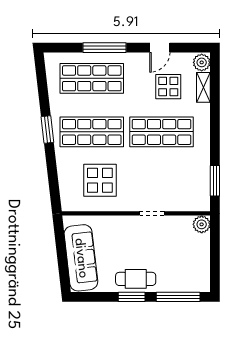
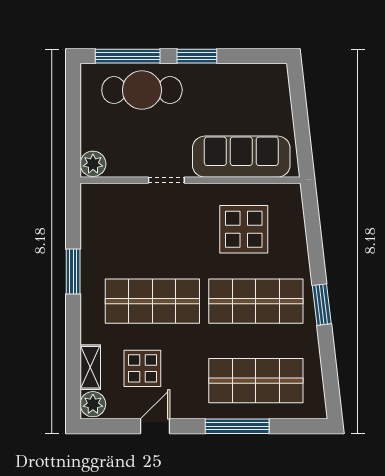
window: (215, 181) -> (73, 272), moved
sofa: (81, 258) -> (241, 157), moved, turned 97
cafe table: (136, 279) -> (142, 90), moved, width x1.37, depth x1.35

